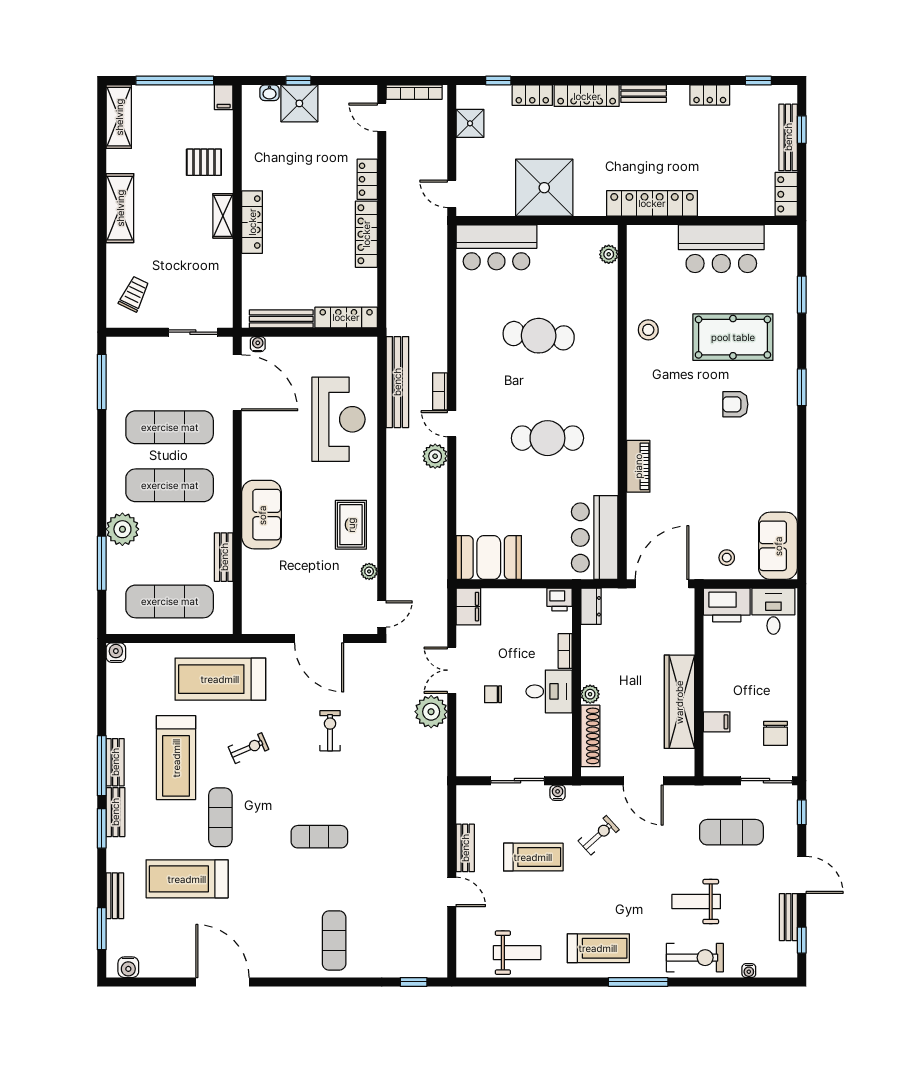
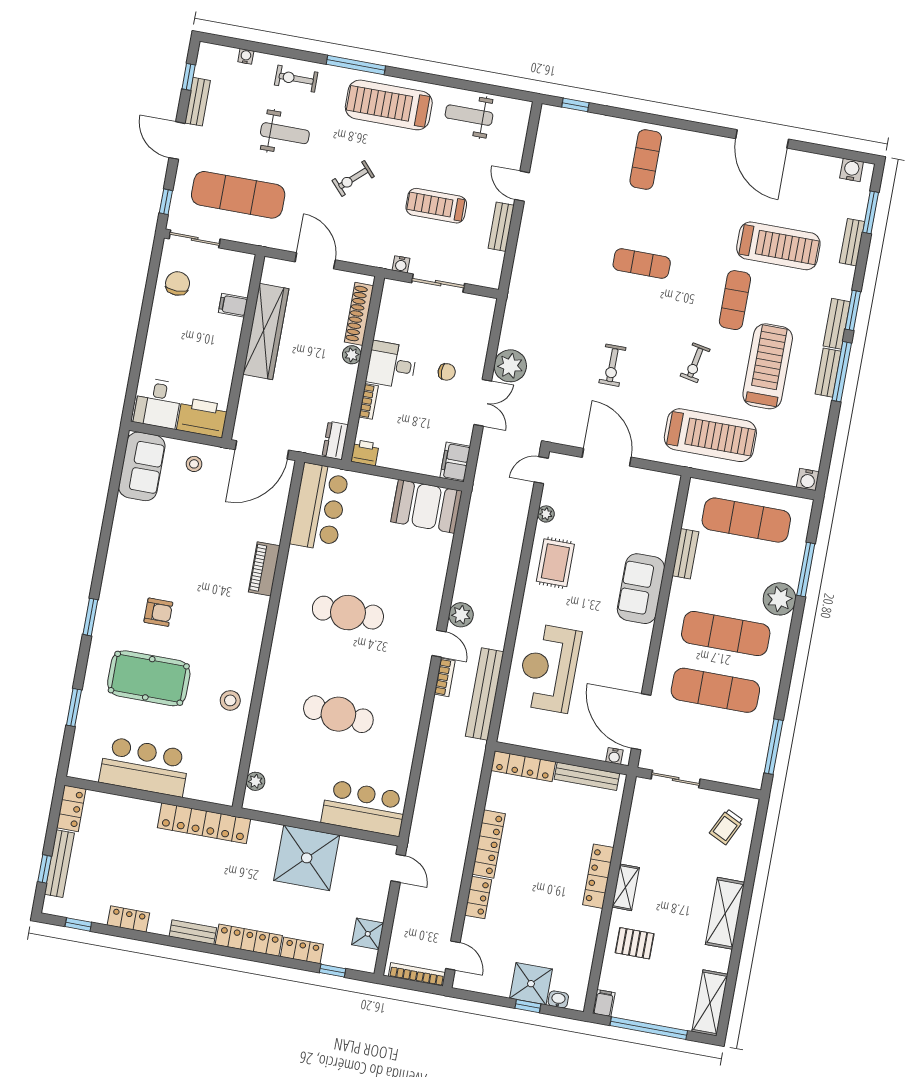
exercise bike: (249, 748) -> (695, 363), turned -56
exercise mat: (731, 832) -> (238, 195), width x1.36, depth x1.45
exercise bike: (599, 835) -> (353, 178), moved
treadmill: (598, 948) -> (389, 105), width x1.37, depth x1.38
exercise bike: (695, 958) -> (296, 79), width x0.73, depth x0.72

